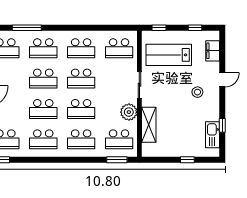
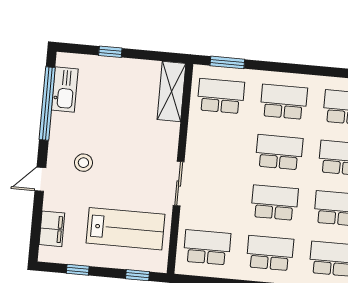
plant: (129, 112) -> (200, 140), removed
shelving: (149, 125) -> (171, 91), moved
window: (222, 125) -> (47, 104), width x3.17

